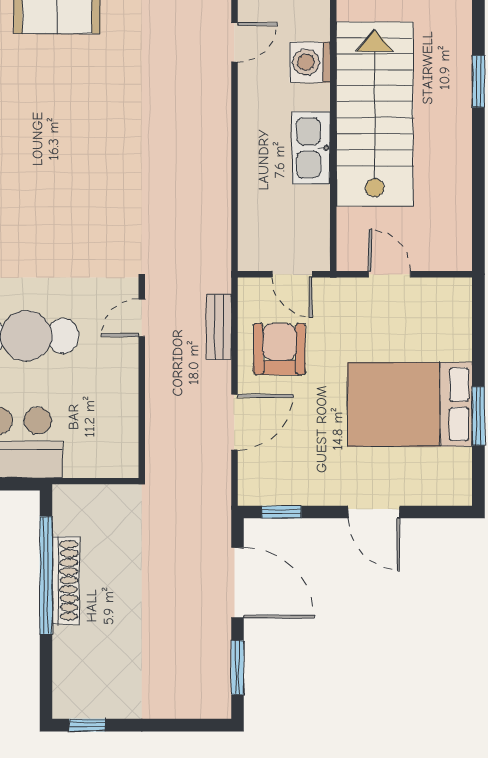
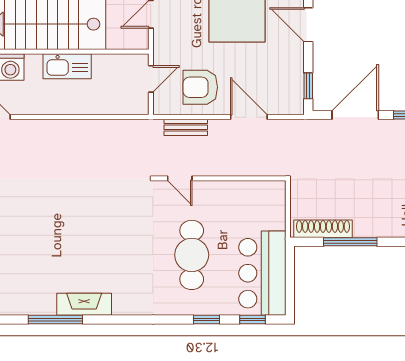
door: (374, 512) -> (308, 25), swing flipped
window: (46, 575) -> (350, 242), width x0.68
shoe rack: (66, 580) -> (323, 229), moved

